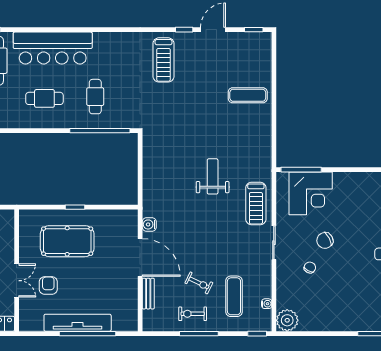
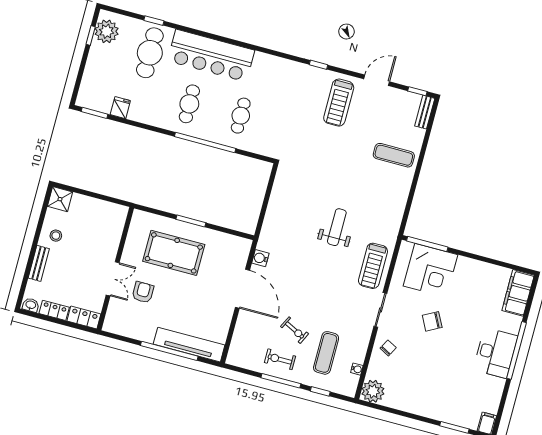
window: (184, 30) -> (319, 65), moved
treadmill: (164, 60) -> (339, 103), moved
cafe table: (44, 98) -> (189, 104), turned 90
window: (100, 131) -> (205, 142), moved
window: (75, 207) -> (191, 221), width x1.50
chair: (310, 268) -> (388, 348), moved
bench: (148, 294) -> (425, 112), moved
tv unit: (78, 323) -> (189, 345), moved
window: (257, 334) -> (320, 391), moved

